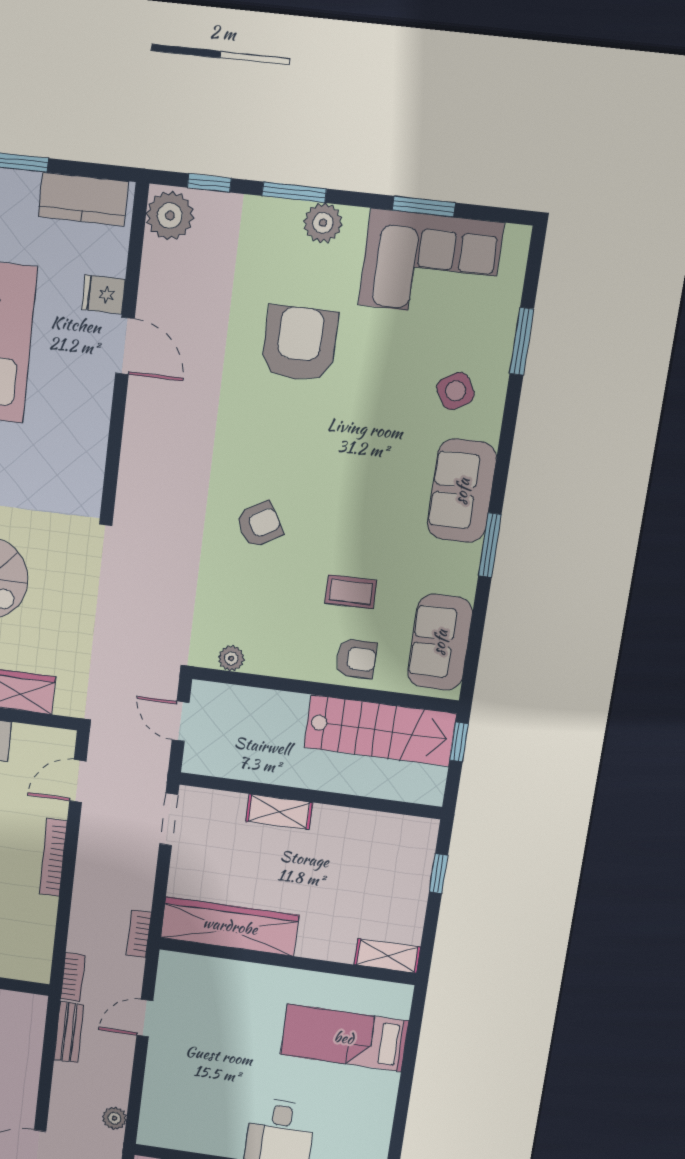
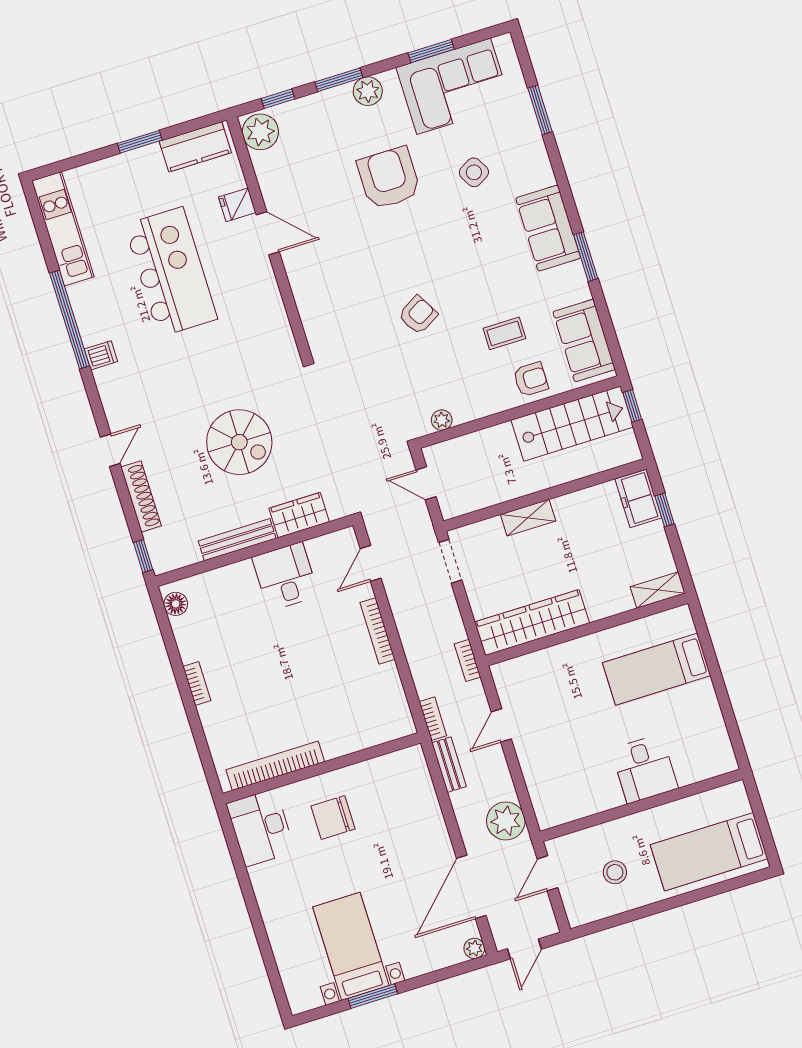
side table: (456, 391) -> (474, 172), moved
freezer: (415, 848) -> (638, 498), added
plant: (114, 1118) -> (506, 821), width x1.87, depth x1.87

